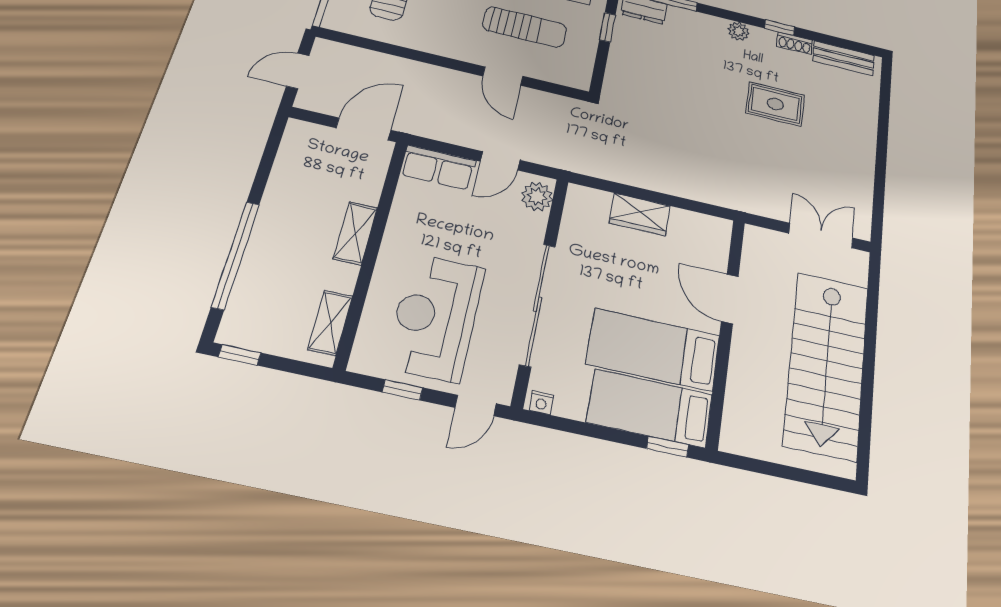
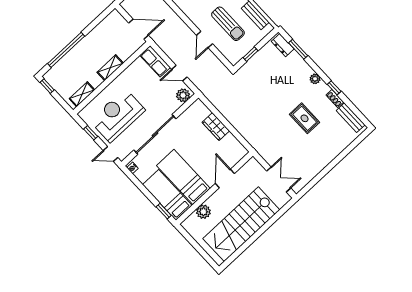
window: (607, 27) -> (250, 54), moved
plant: (742, 391) -> (203, 212), added

